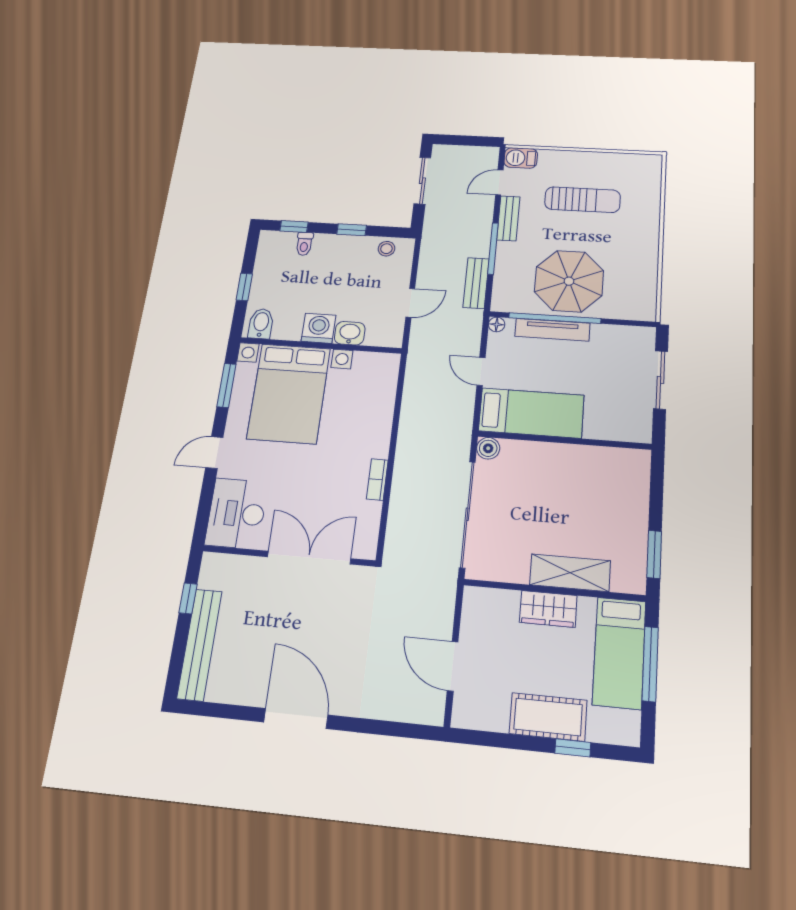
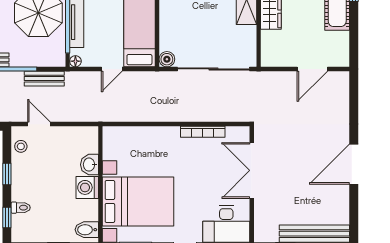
door: (410, 303) -> (39, 124), moved
bookcase: (377, 479) -> (203, 132), width x1.56

